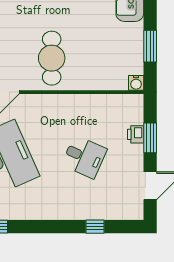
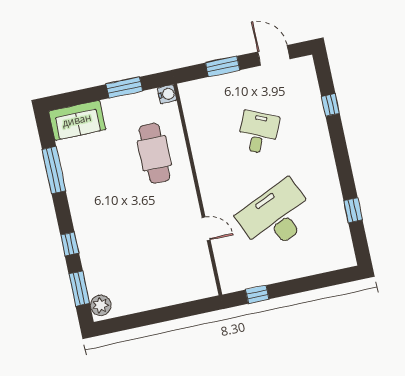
cafe table: (52, 58) -> (154, 153), moved, turned 90
printer: (136, 134) -> (222, 83), removed

